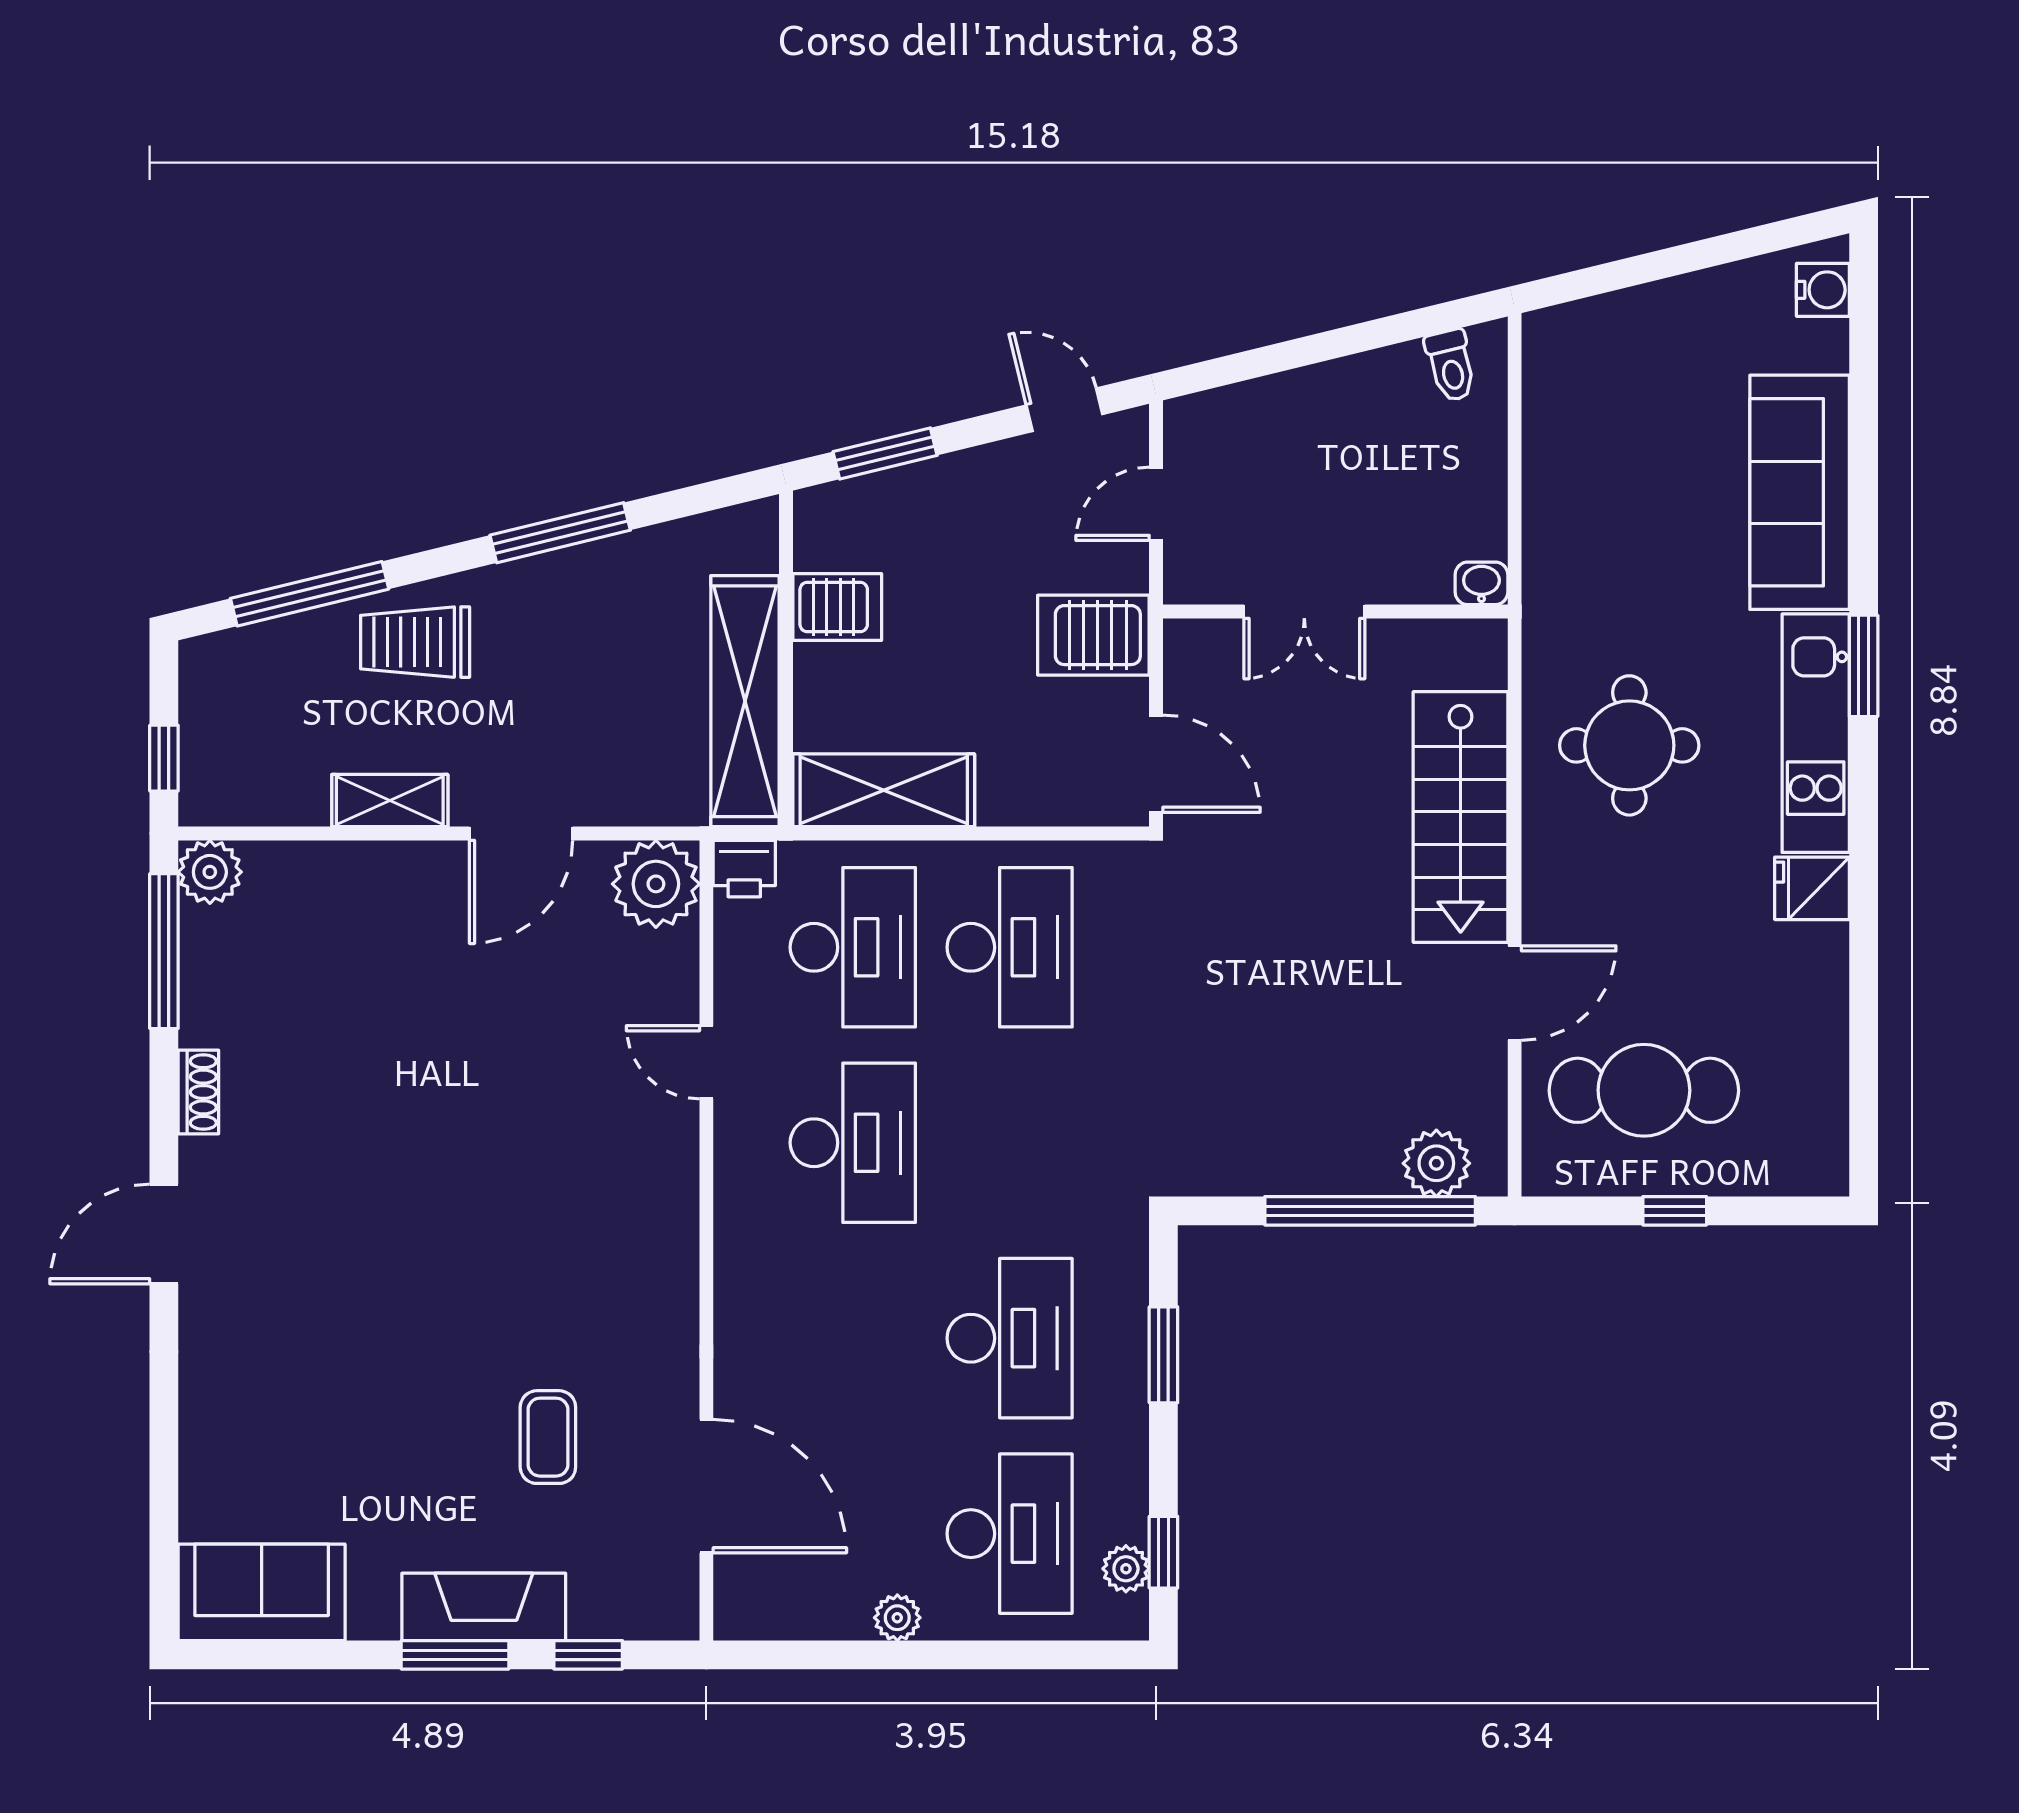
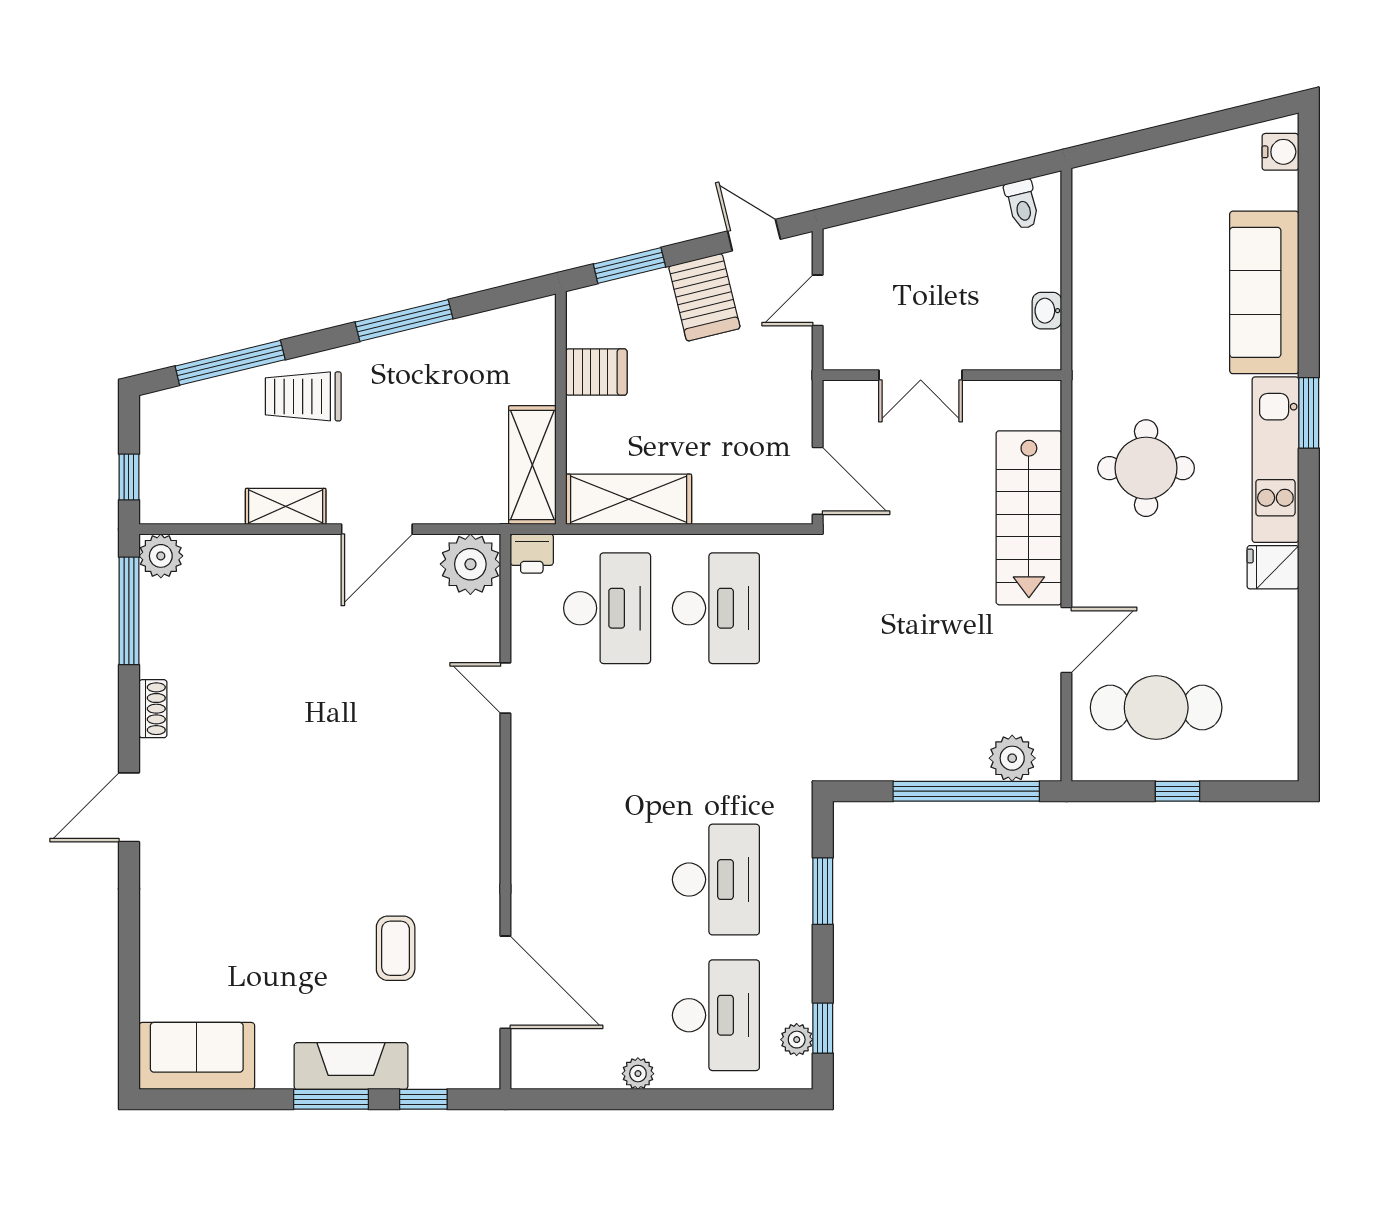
washbasin: (1481, 583) -> (1047, 311), moved, turned -90
server rack: (1093, 635) -> (704, 297), moved, turned -104
shelving: (745, 701) -> (532, 465), width x0.68
desk: (853, 1143) -> (607, 744), removed

